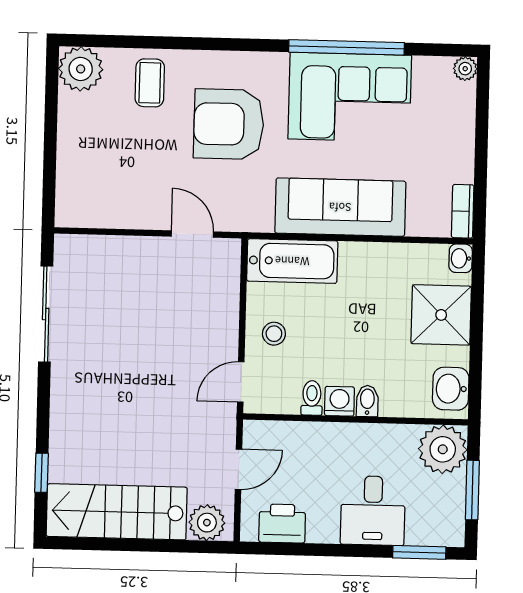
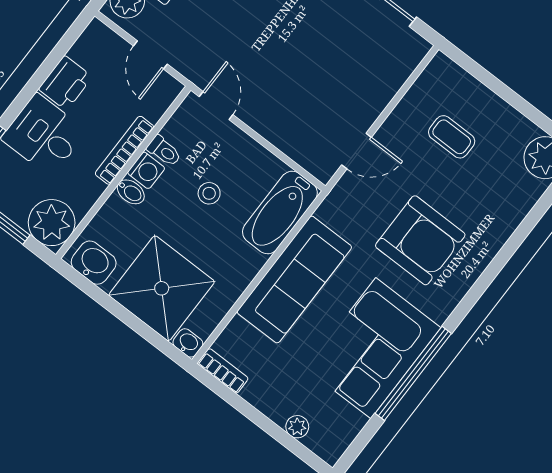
plant: (465, 69) -> (297, 427), moved
coffee table: (150, 83) -> (452, 137), moved
armchair: (229, 124) -> (420, 240), turned 90
shower: (441, 315) -> (162, 288), width x1.37, depth x1.37
stool: (274, 334) -> (209, 193), moved
bookcase: (336, 432) -> (124, 150), added
printer: (282, 524) -> (65, 83), moved

